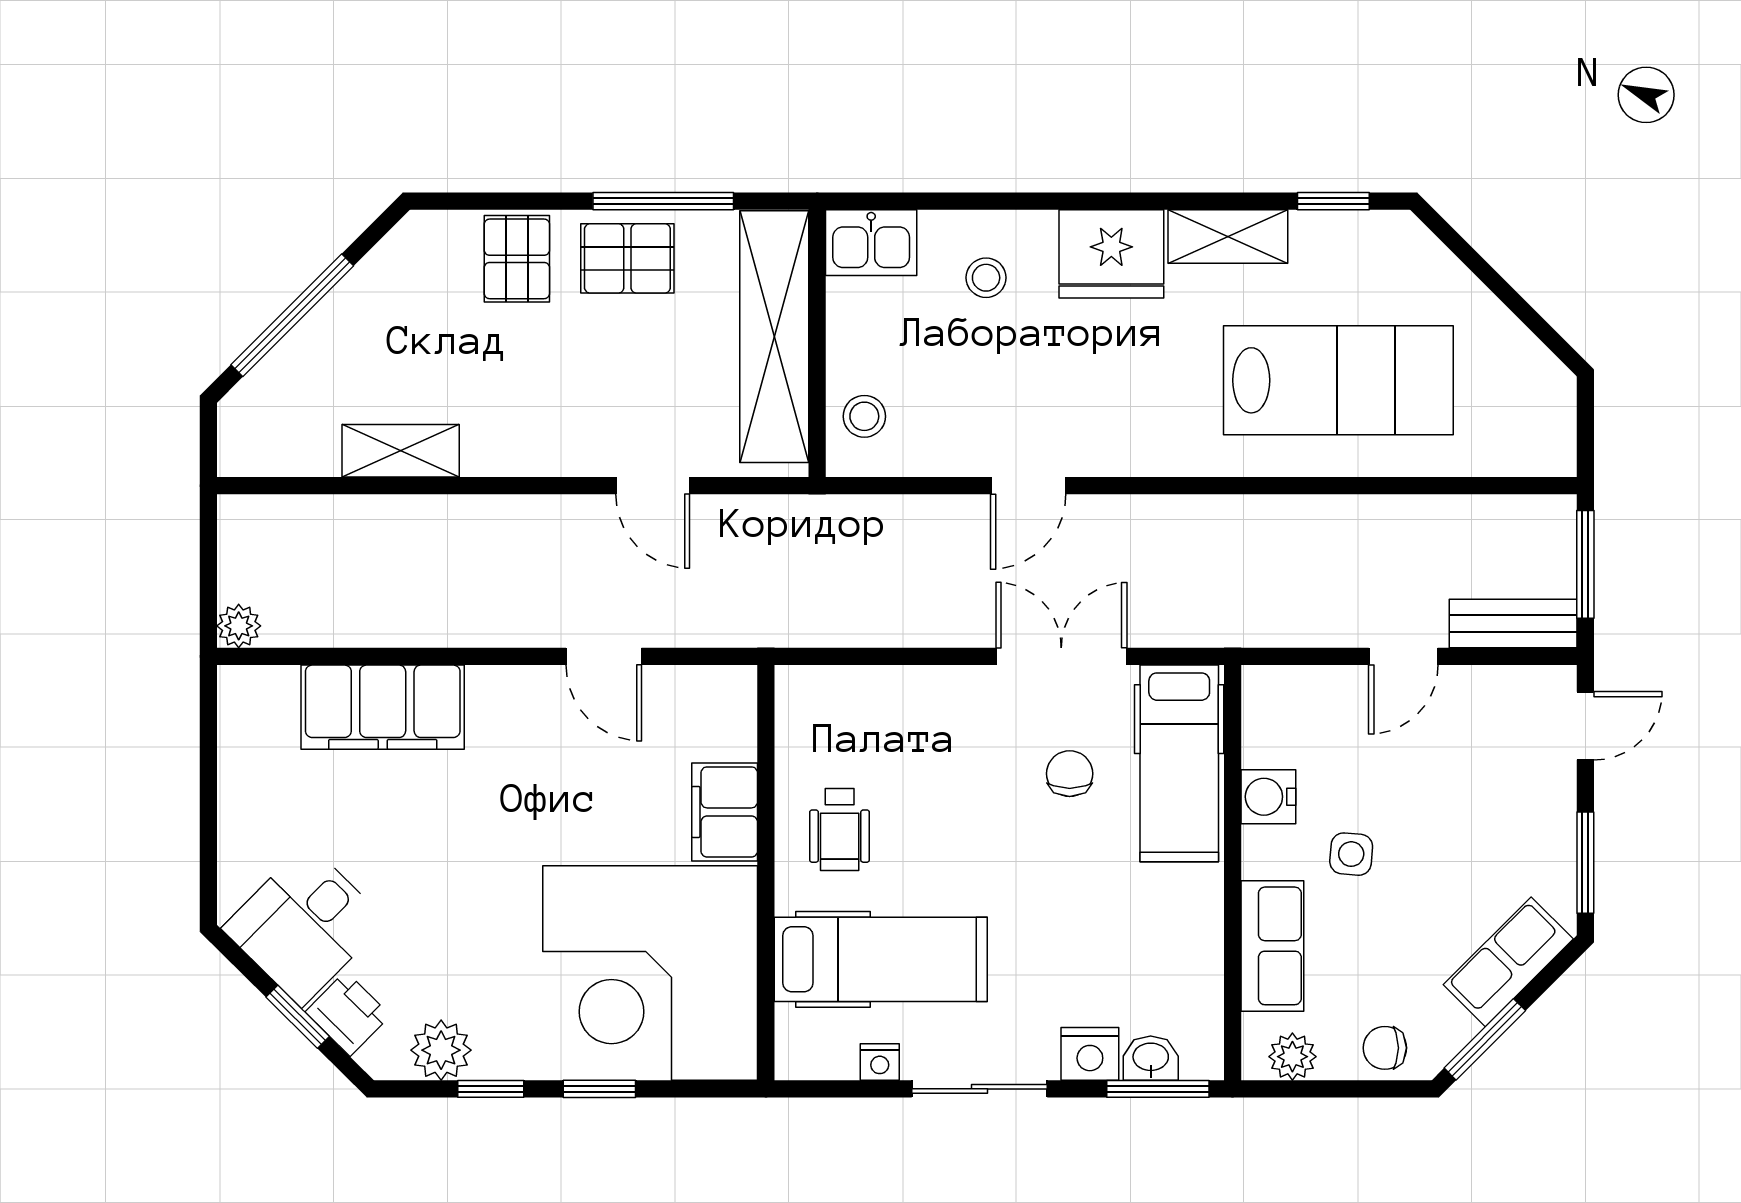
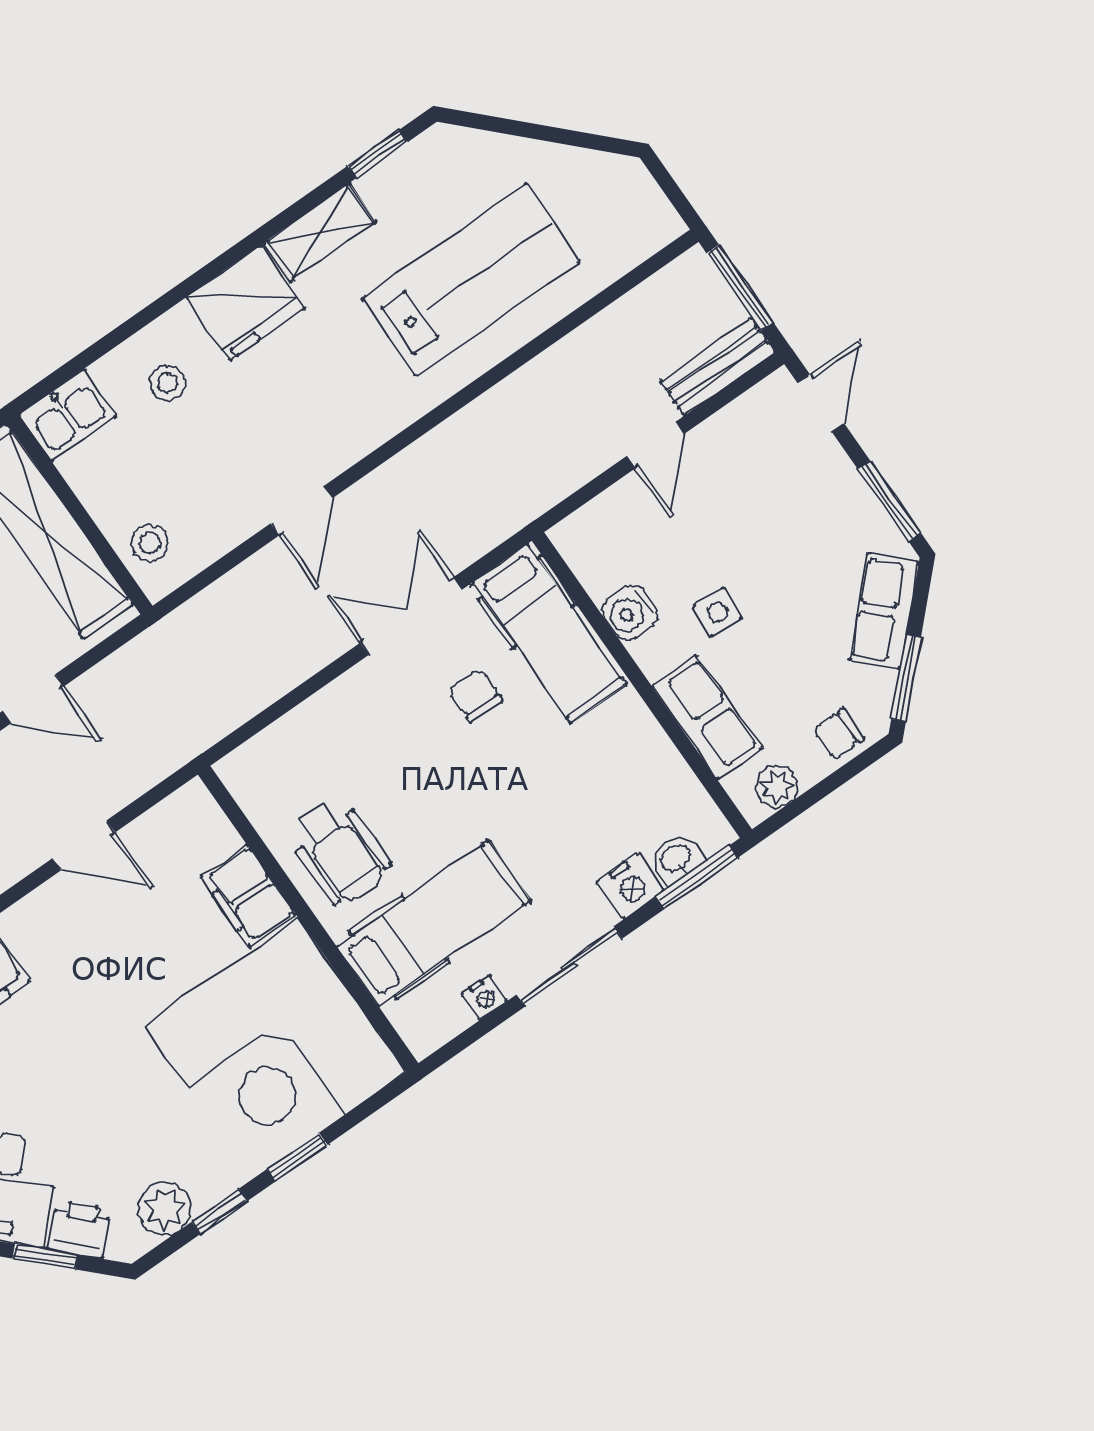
wheelchair: (840, 829) -> (339, 851), width x1.36, depth x1.37

